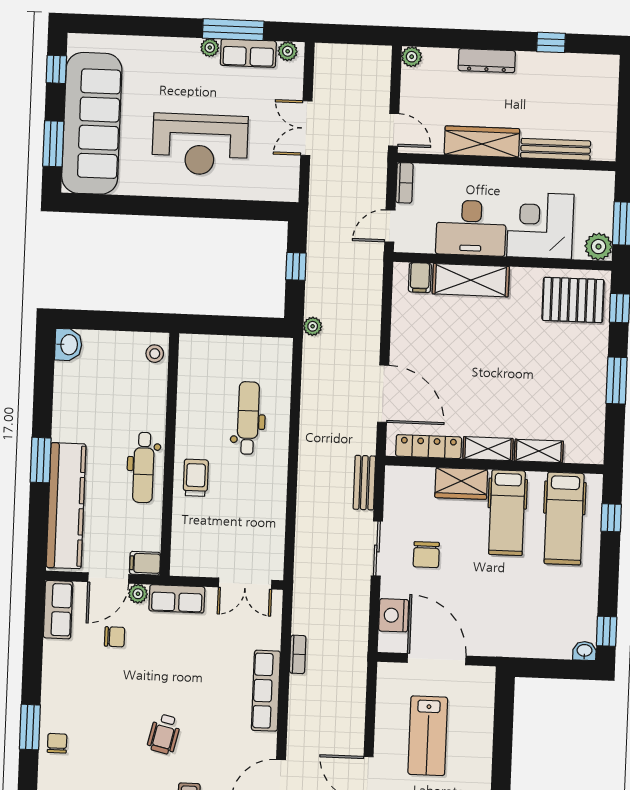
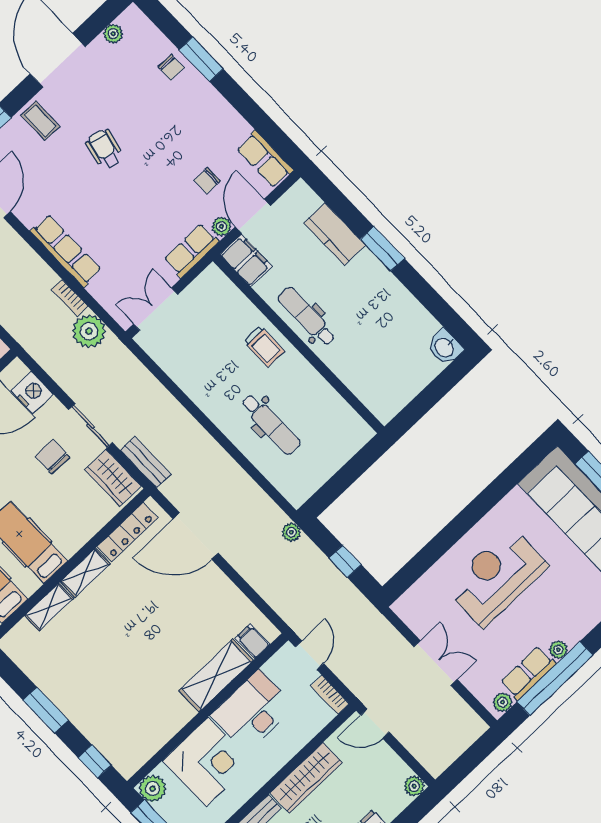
window: (233, 30) -> (555, 679), width x1.46
pallet: (573, 300) -> (132, 734), removed
stool: (155, 354) -> (380, 402), removed
wardrobe: (461, 483) -> (113, 478), moved, turned -90
kitchen counter: (66, 506) -> (335, 234), width x0.48, depth x0.86
filing cabinet: (145, 563) -> (246, 260), width x2.00
plant: (309, 617) -> (89, 331), added

